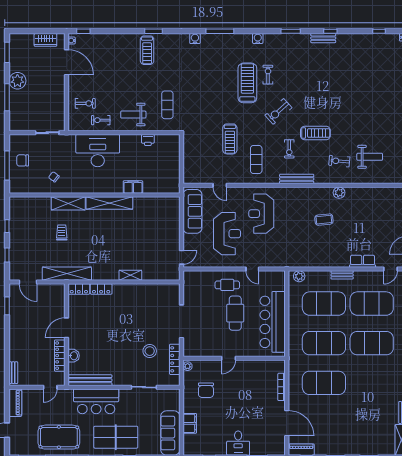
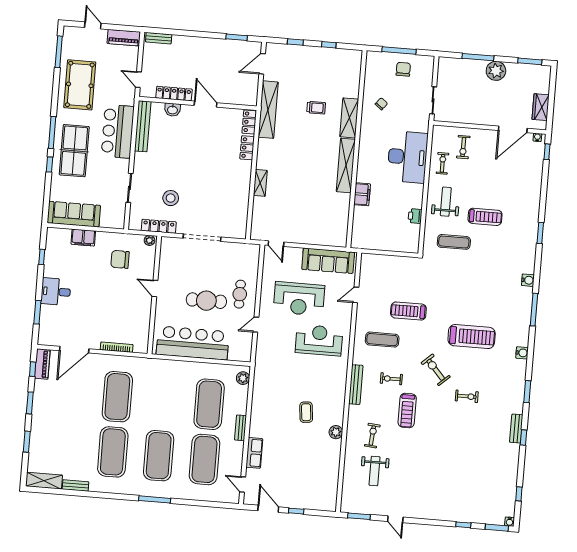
treadmill: (147, 50) -> (485, 217), moved, turned 180
exercise bike: (268, 75) -> (467, 396), moved
exercise mat: (324, 343) -> (113, 452), moved

